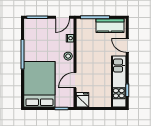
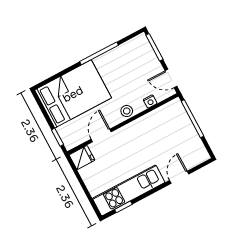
kitchen counter: (110, 26) -> (192, 143), removed
door: (75, 80) -> (101, 135), hinge flipped

